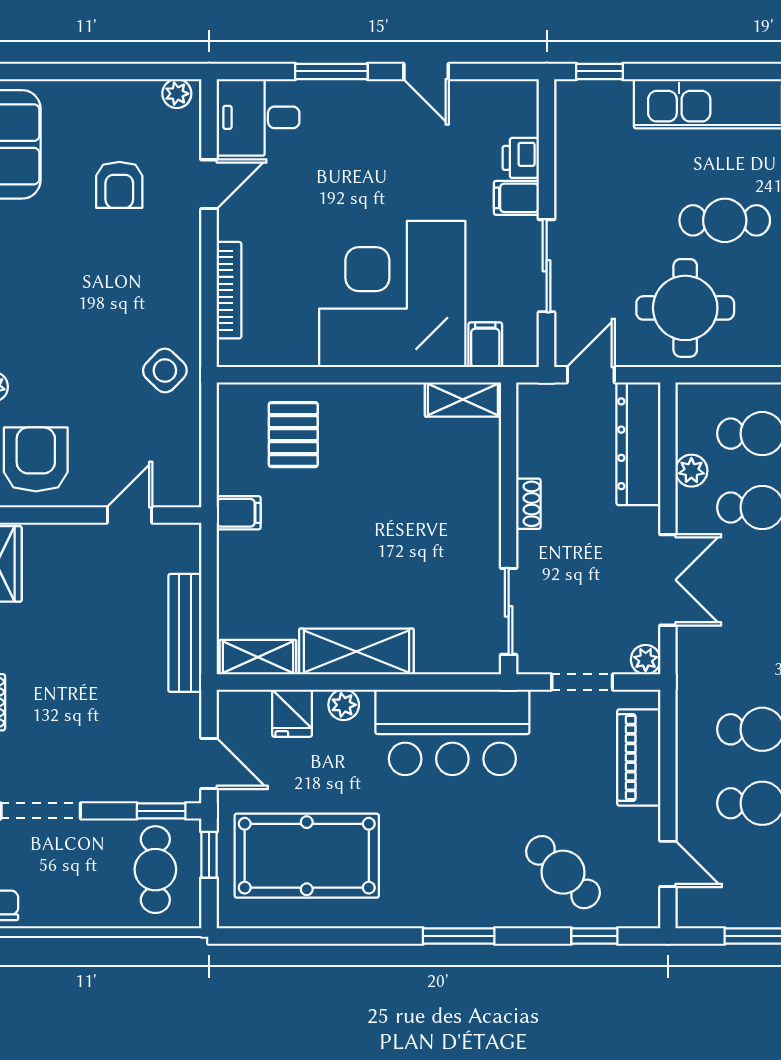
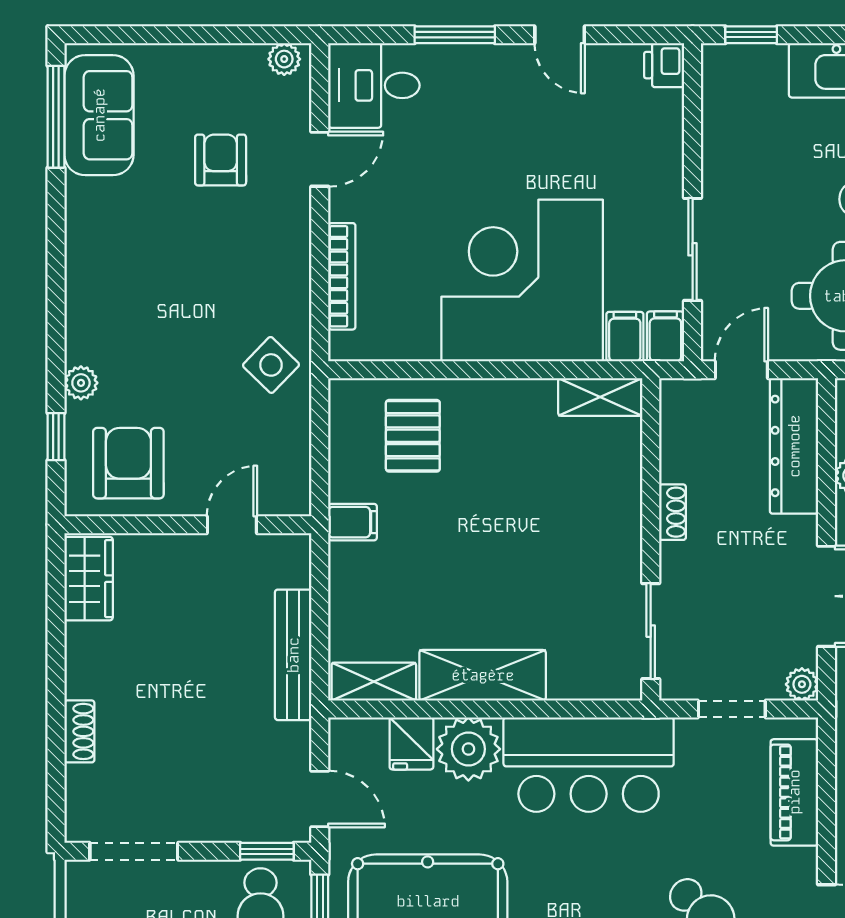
printer: (521, 158) -> (664, 65), moved
armchair: (119, 185) -> (221, 160), turned 180
filing cabinet: (516, 198) -> (665, 336), moved, turned 90
plant: (344, 705) -> (468, 749), width x1.88, depth x1.88

